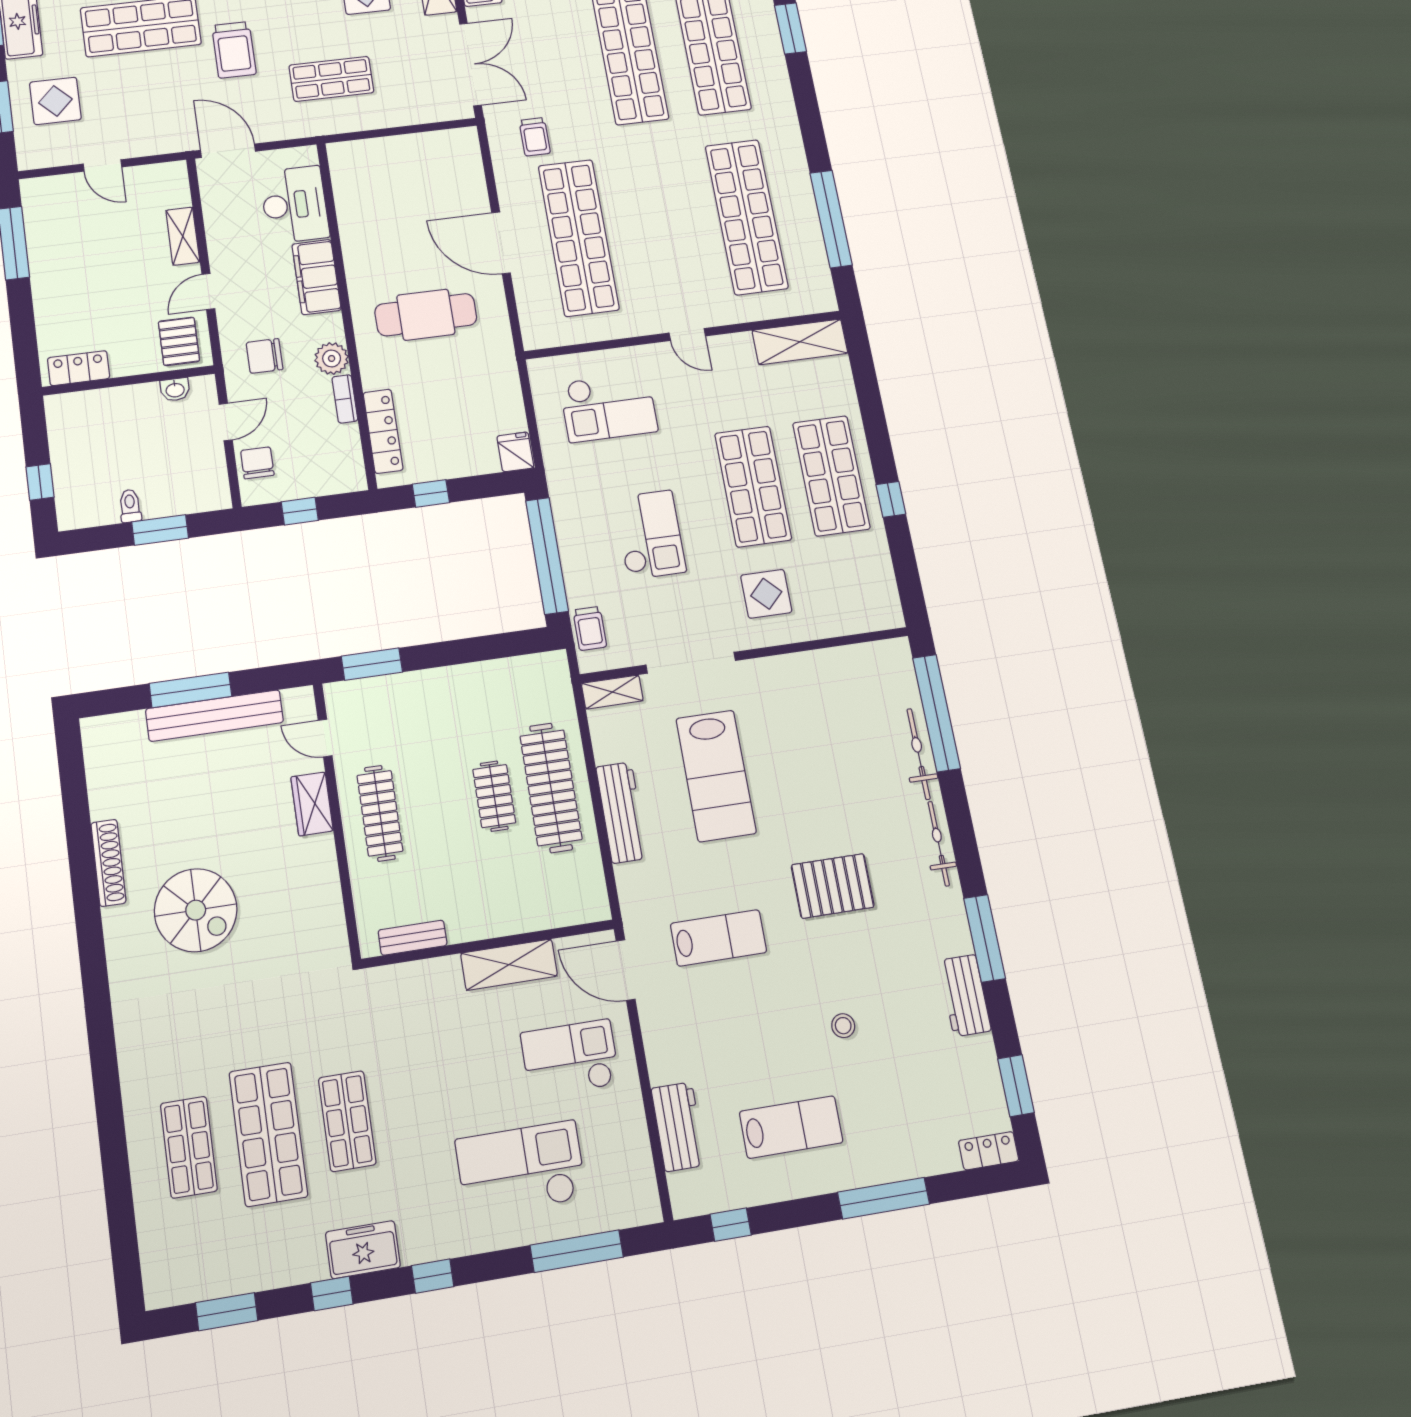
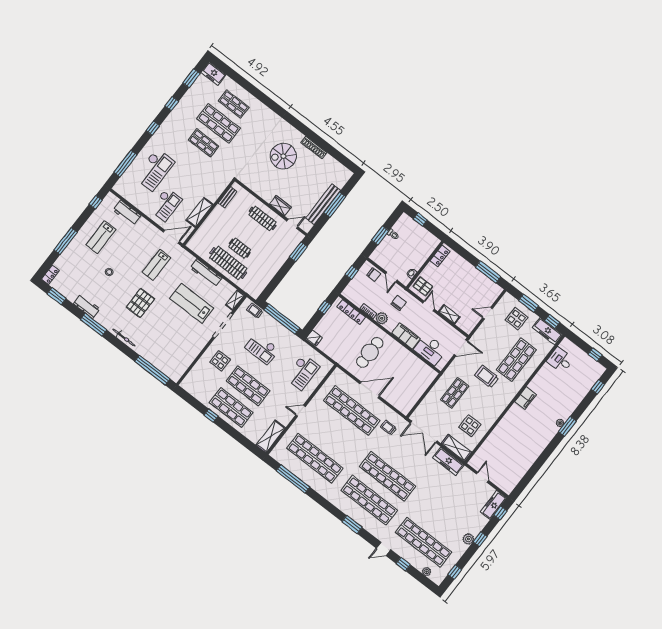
checkout: (609, 407) -> (302, 372), turned 180
bicycle: (919, 754) -> (148, 355), removed
freezer: (363, 1250) -> (214, 74), moved, turned 90

